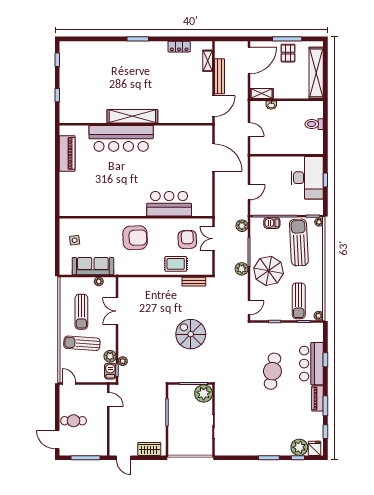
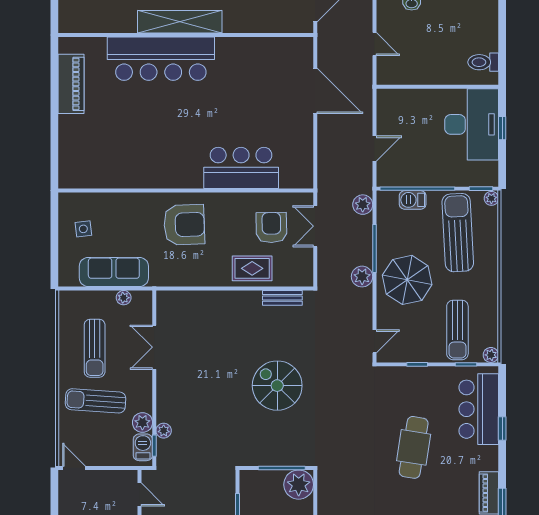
toilet: (314, 124) -> (483, 62), moved
bar counter: (311, 364) -> (479, 409), moved

